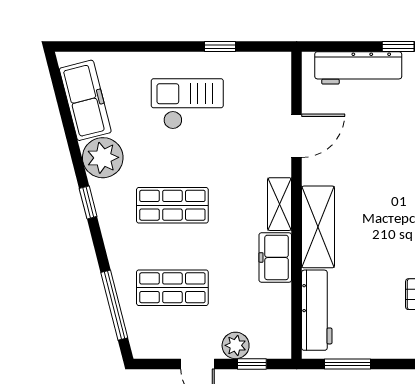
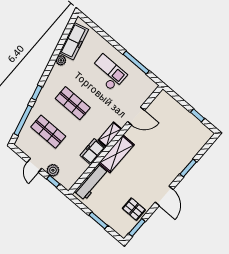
window: (220, 47) -> (136, 63), width x2.17
workbench: (358, 68) -> (177, 111), removed
plant: (103, 158) -> (61, 60), width x0.53, depth x0.53
window: (88, 202) -> (37, 93), moved
window: (347, 364) -> (98, 220), moved

